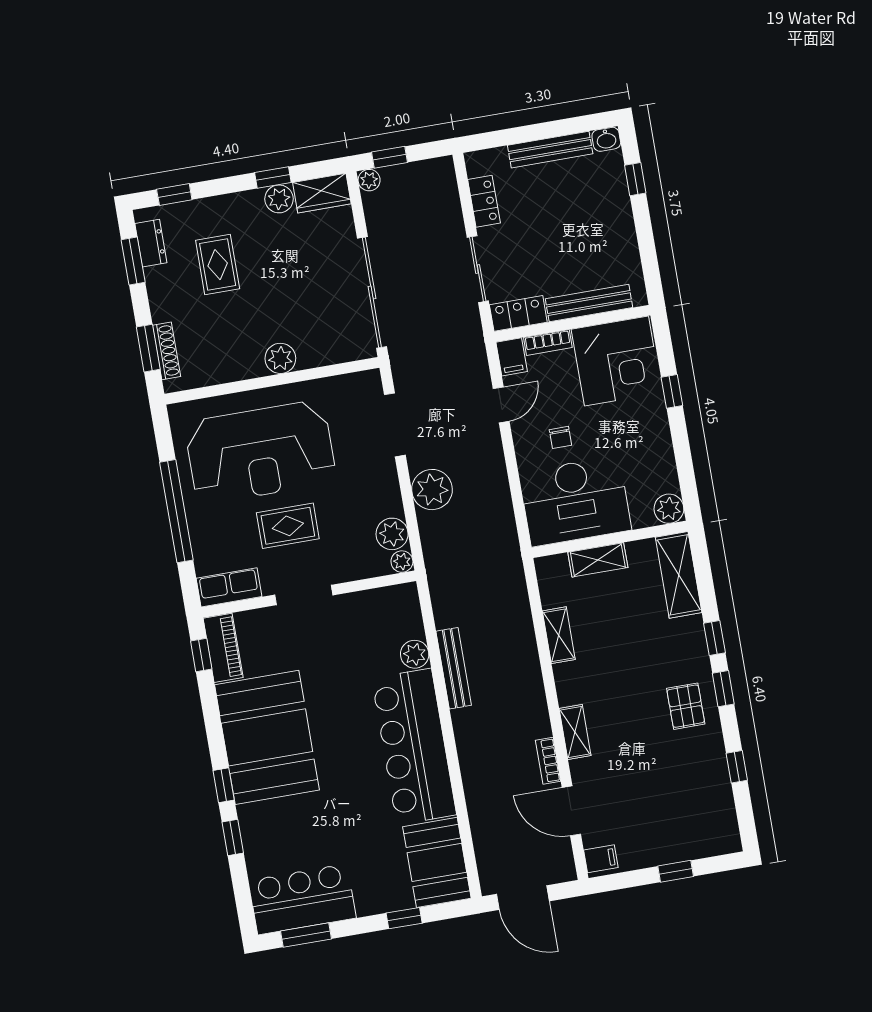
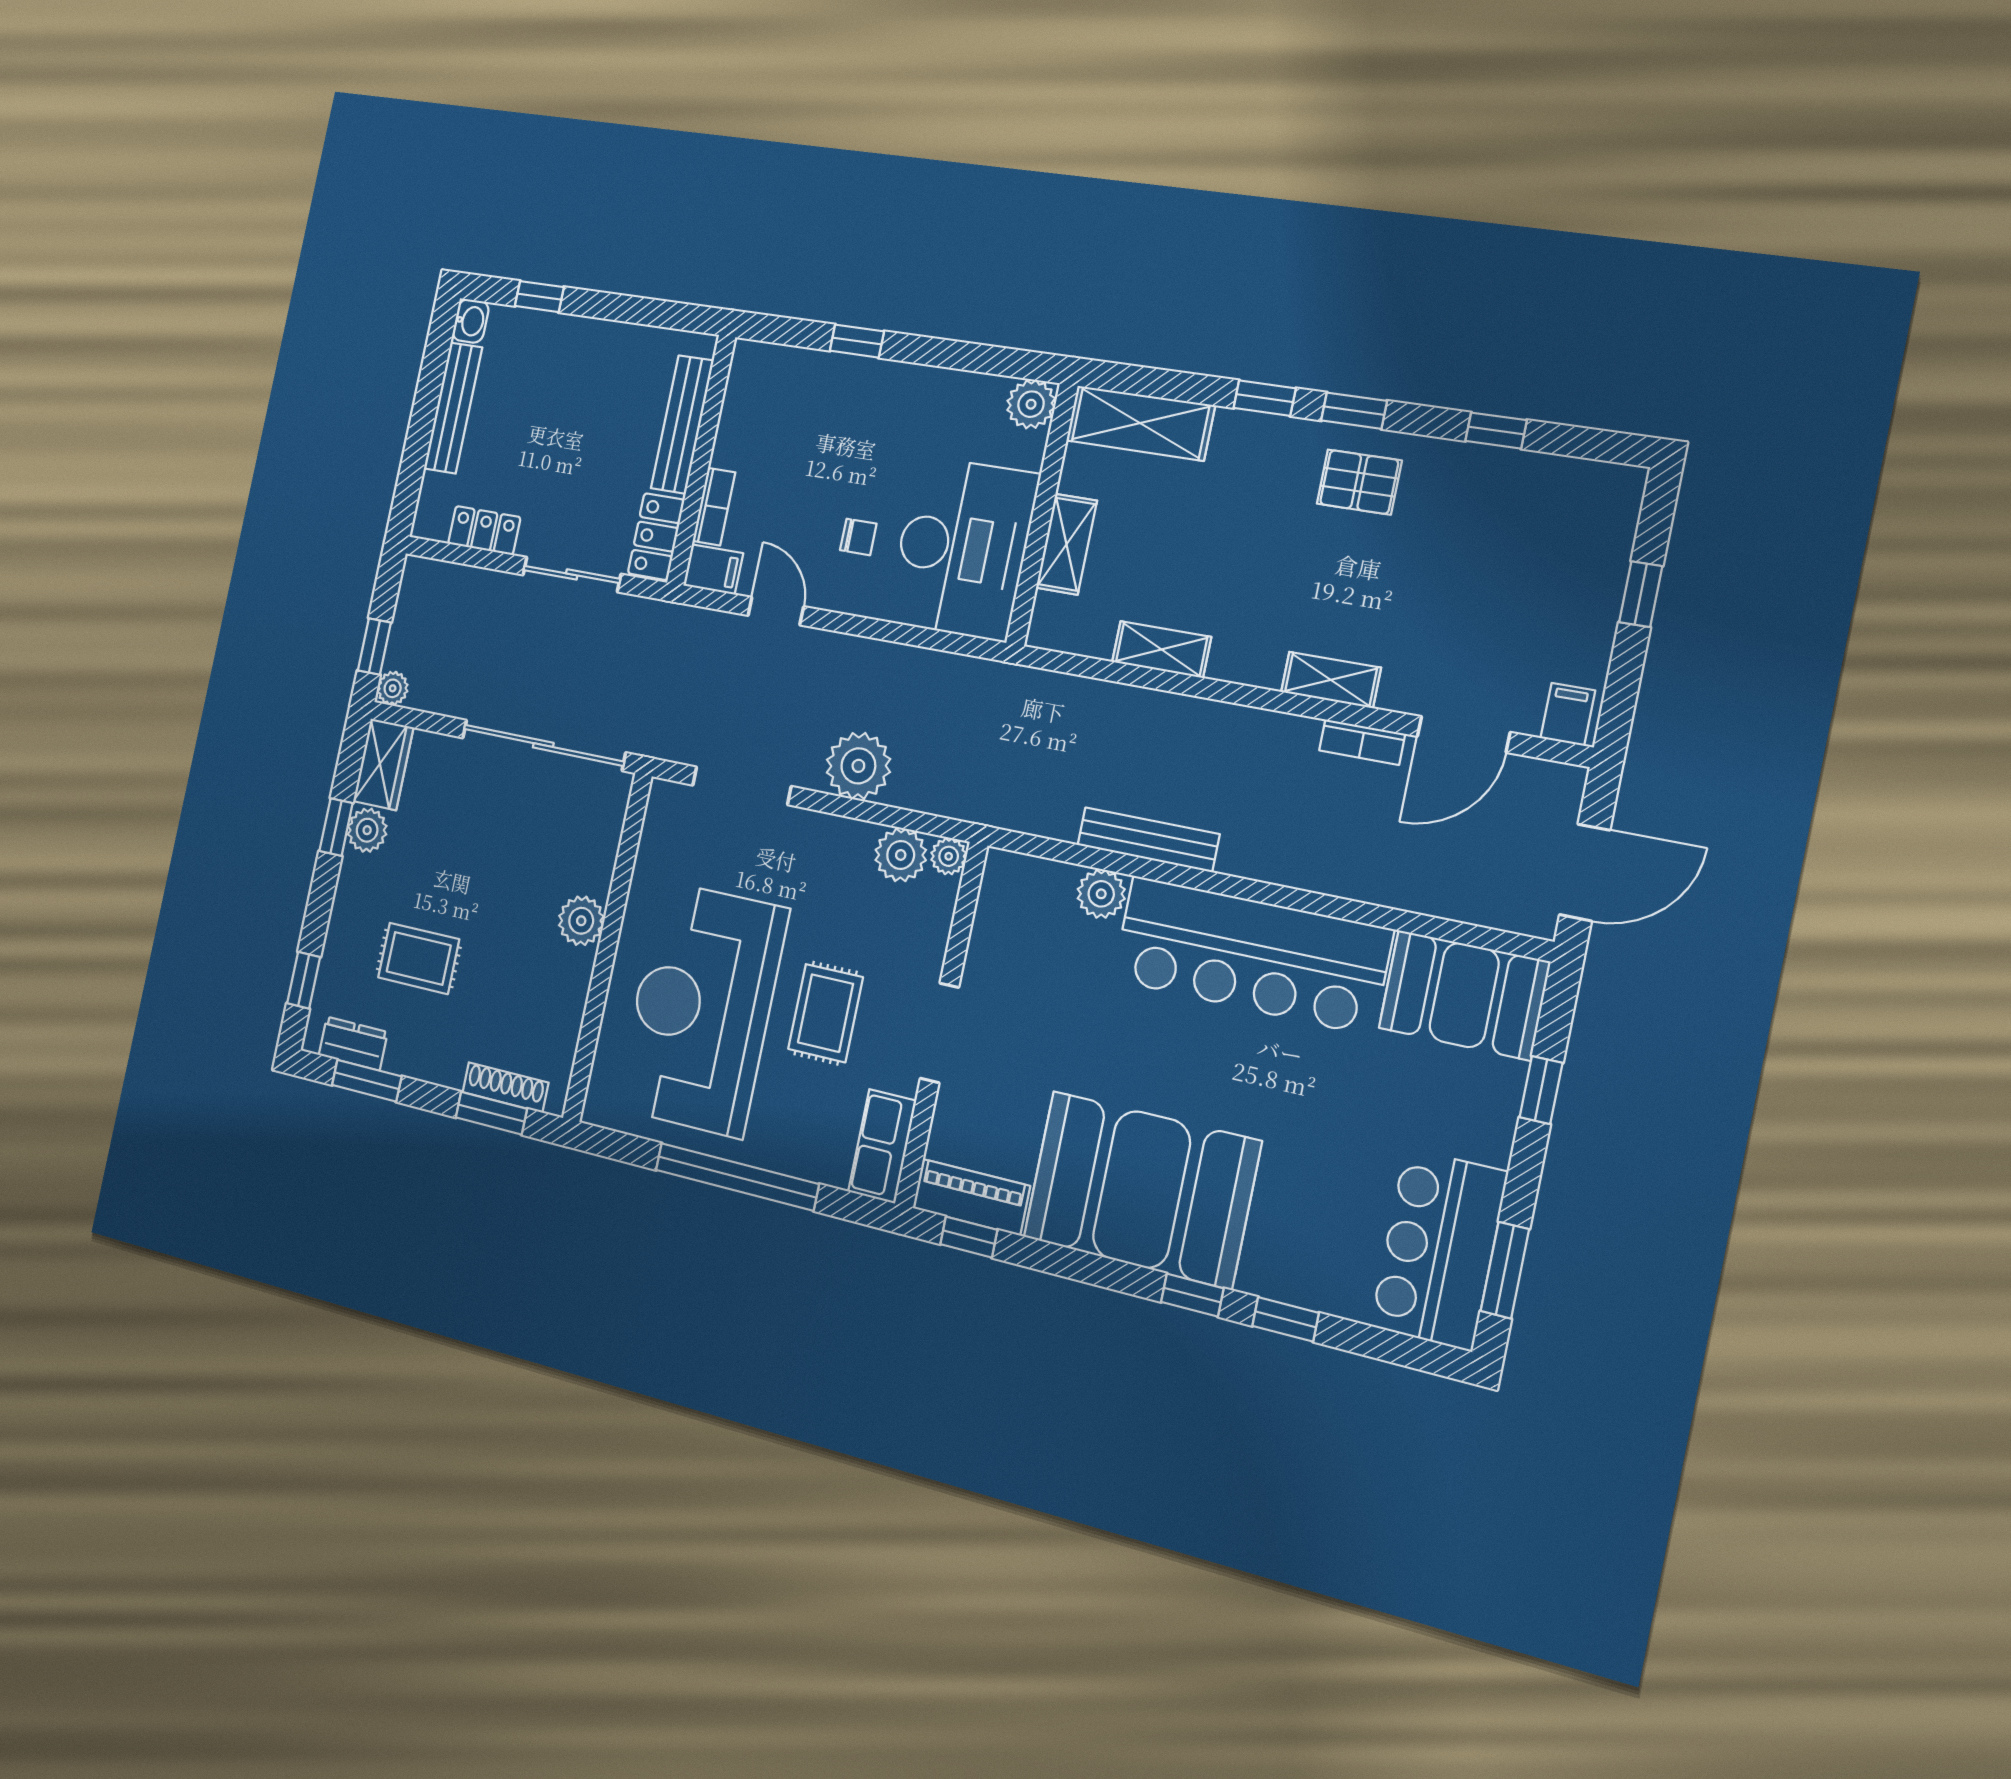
corner desk: (616, 361) -> (780, 411), removed
reception desk: (260, 452) -> (702, 1009), turned 180

